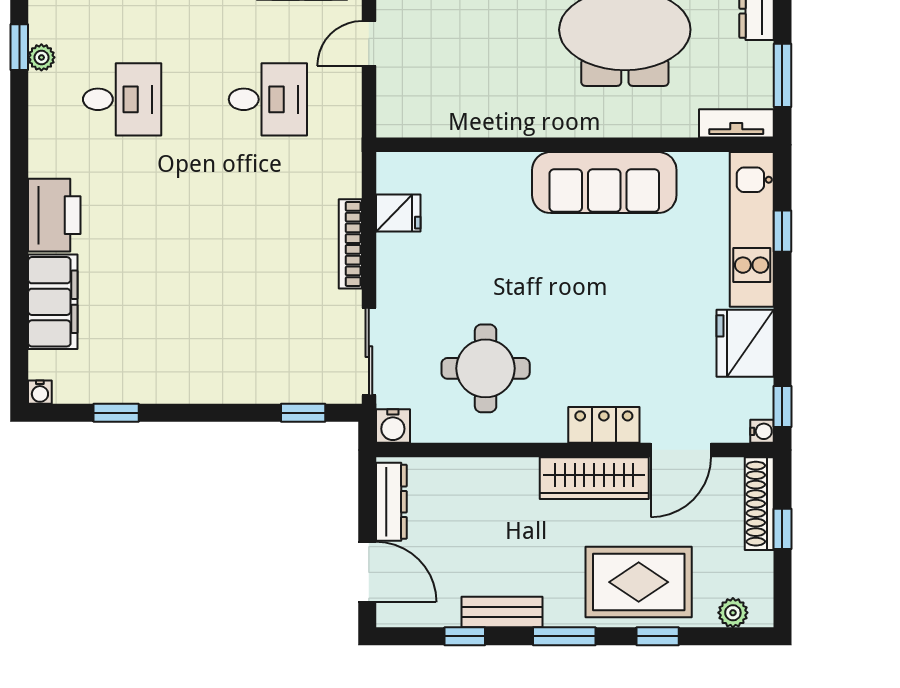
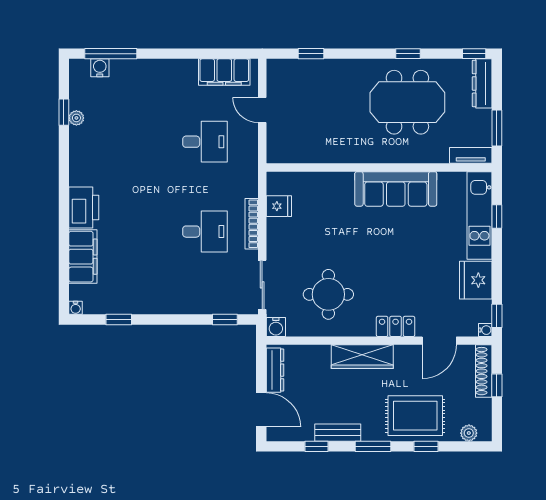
door: (369, 43) -> (262, 110), hinge flipped
desk: (122, 99) -> (205, 232), moved
wardrobe: (594, 478) -> (362, 357), moved

